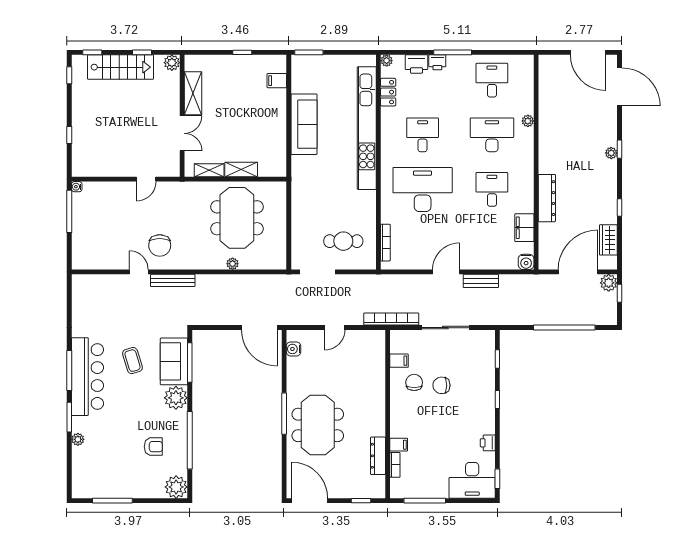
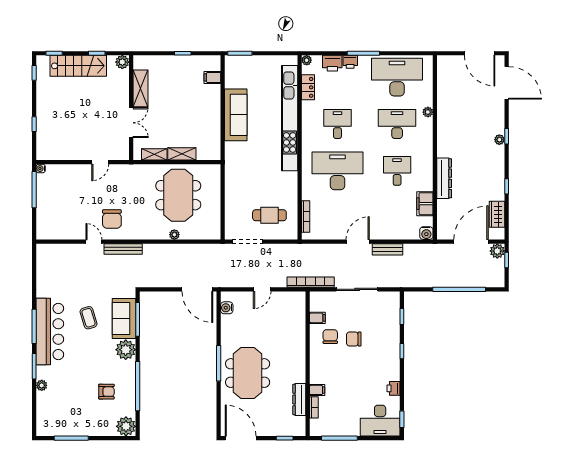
desk: (492, 80) -> (397, 77), width x1.87, depth x1.30

